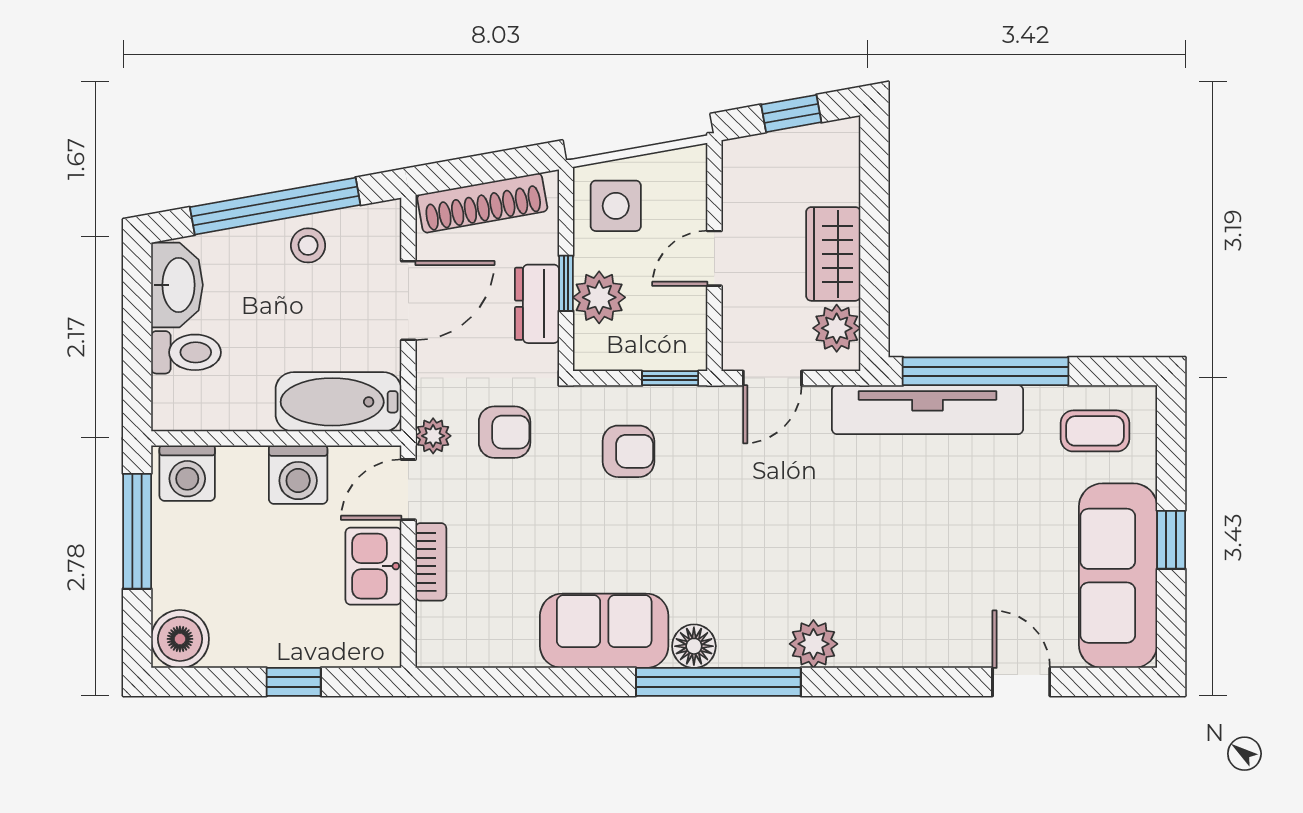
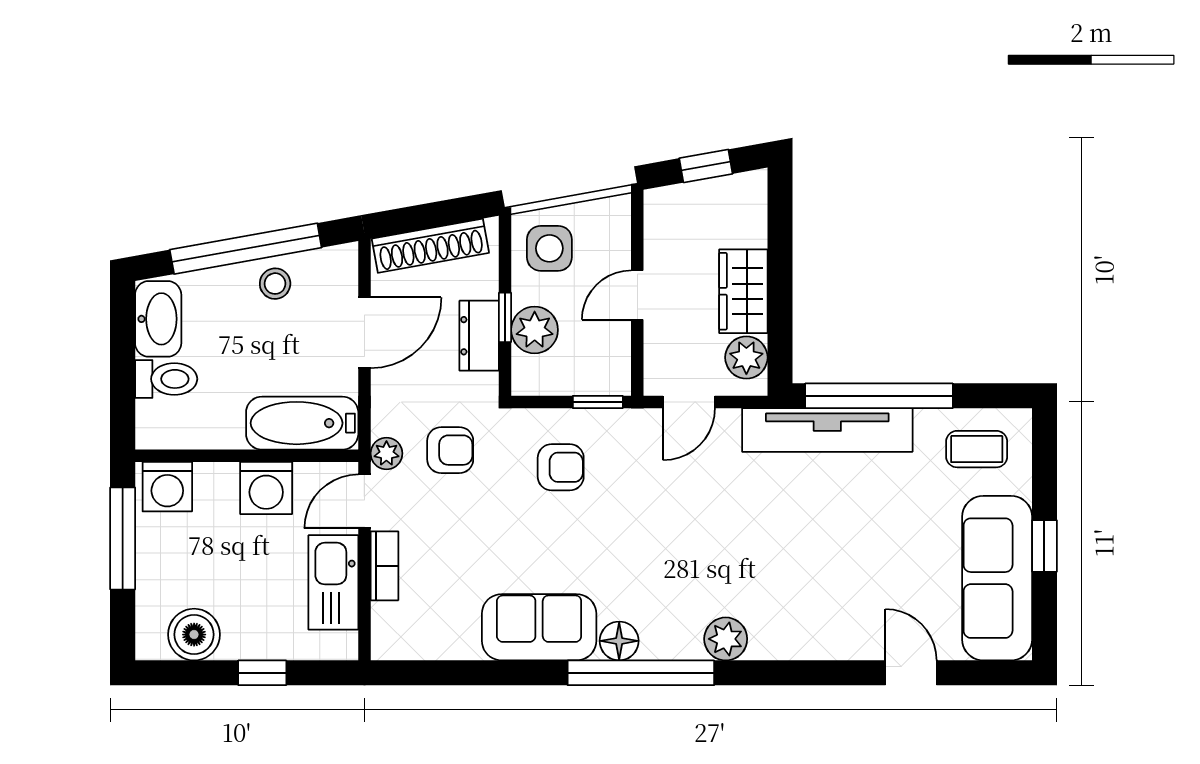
kitchen sink: (373, 566) -> (333, 582), width x1.38
boiler: (180, 639) -> (194, 635), moved

